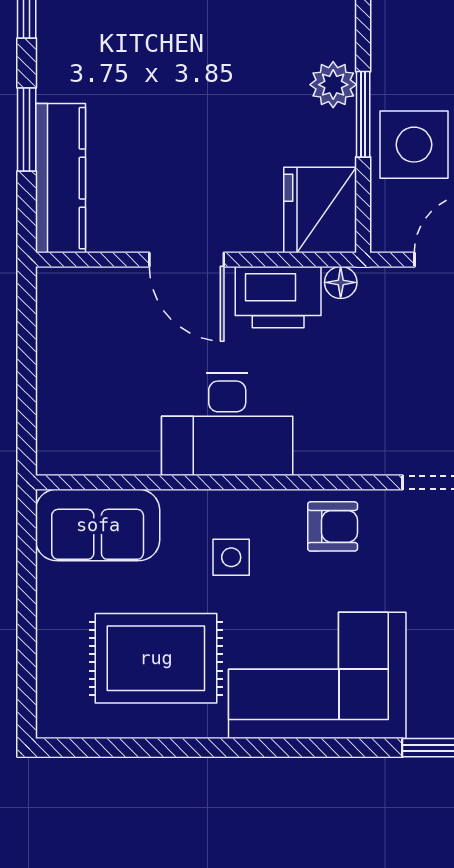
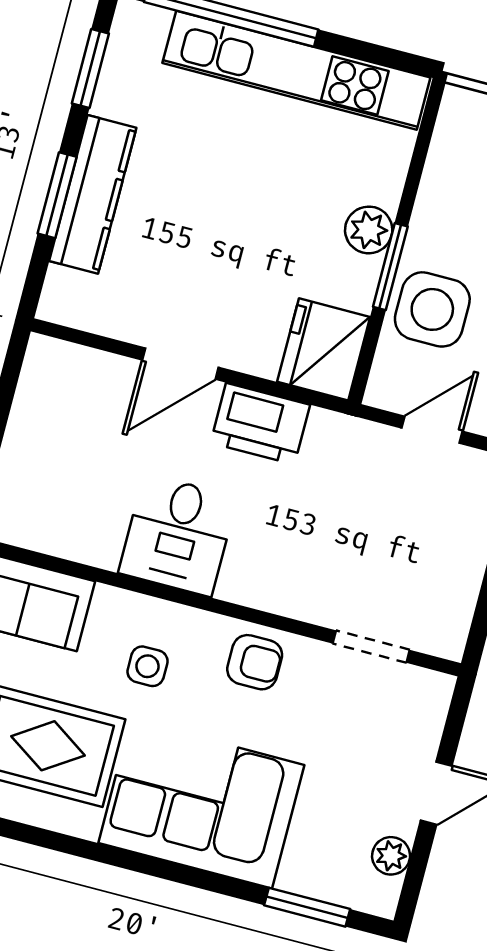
kitchen counter: (60, 178) -> (93, 194), moved
door: (187, 260) -> (180, 364), hinge flipped
floor lamp: (341, 282) -> (325, 425), removed
desk: (227, 424) -> (178, 535), width x0.73

